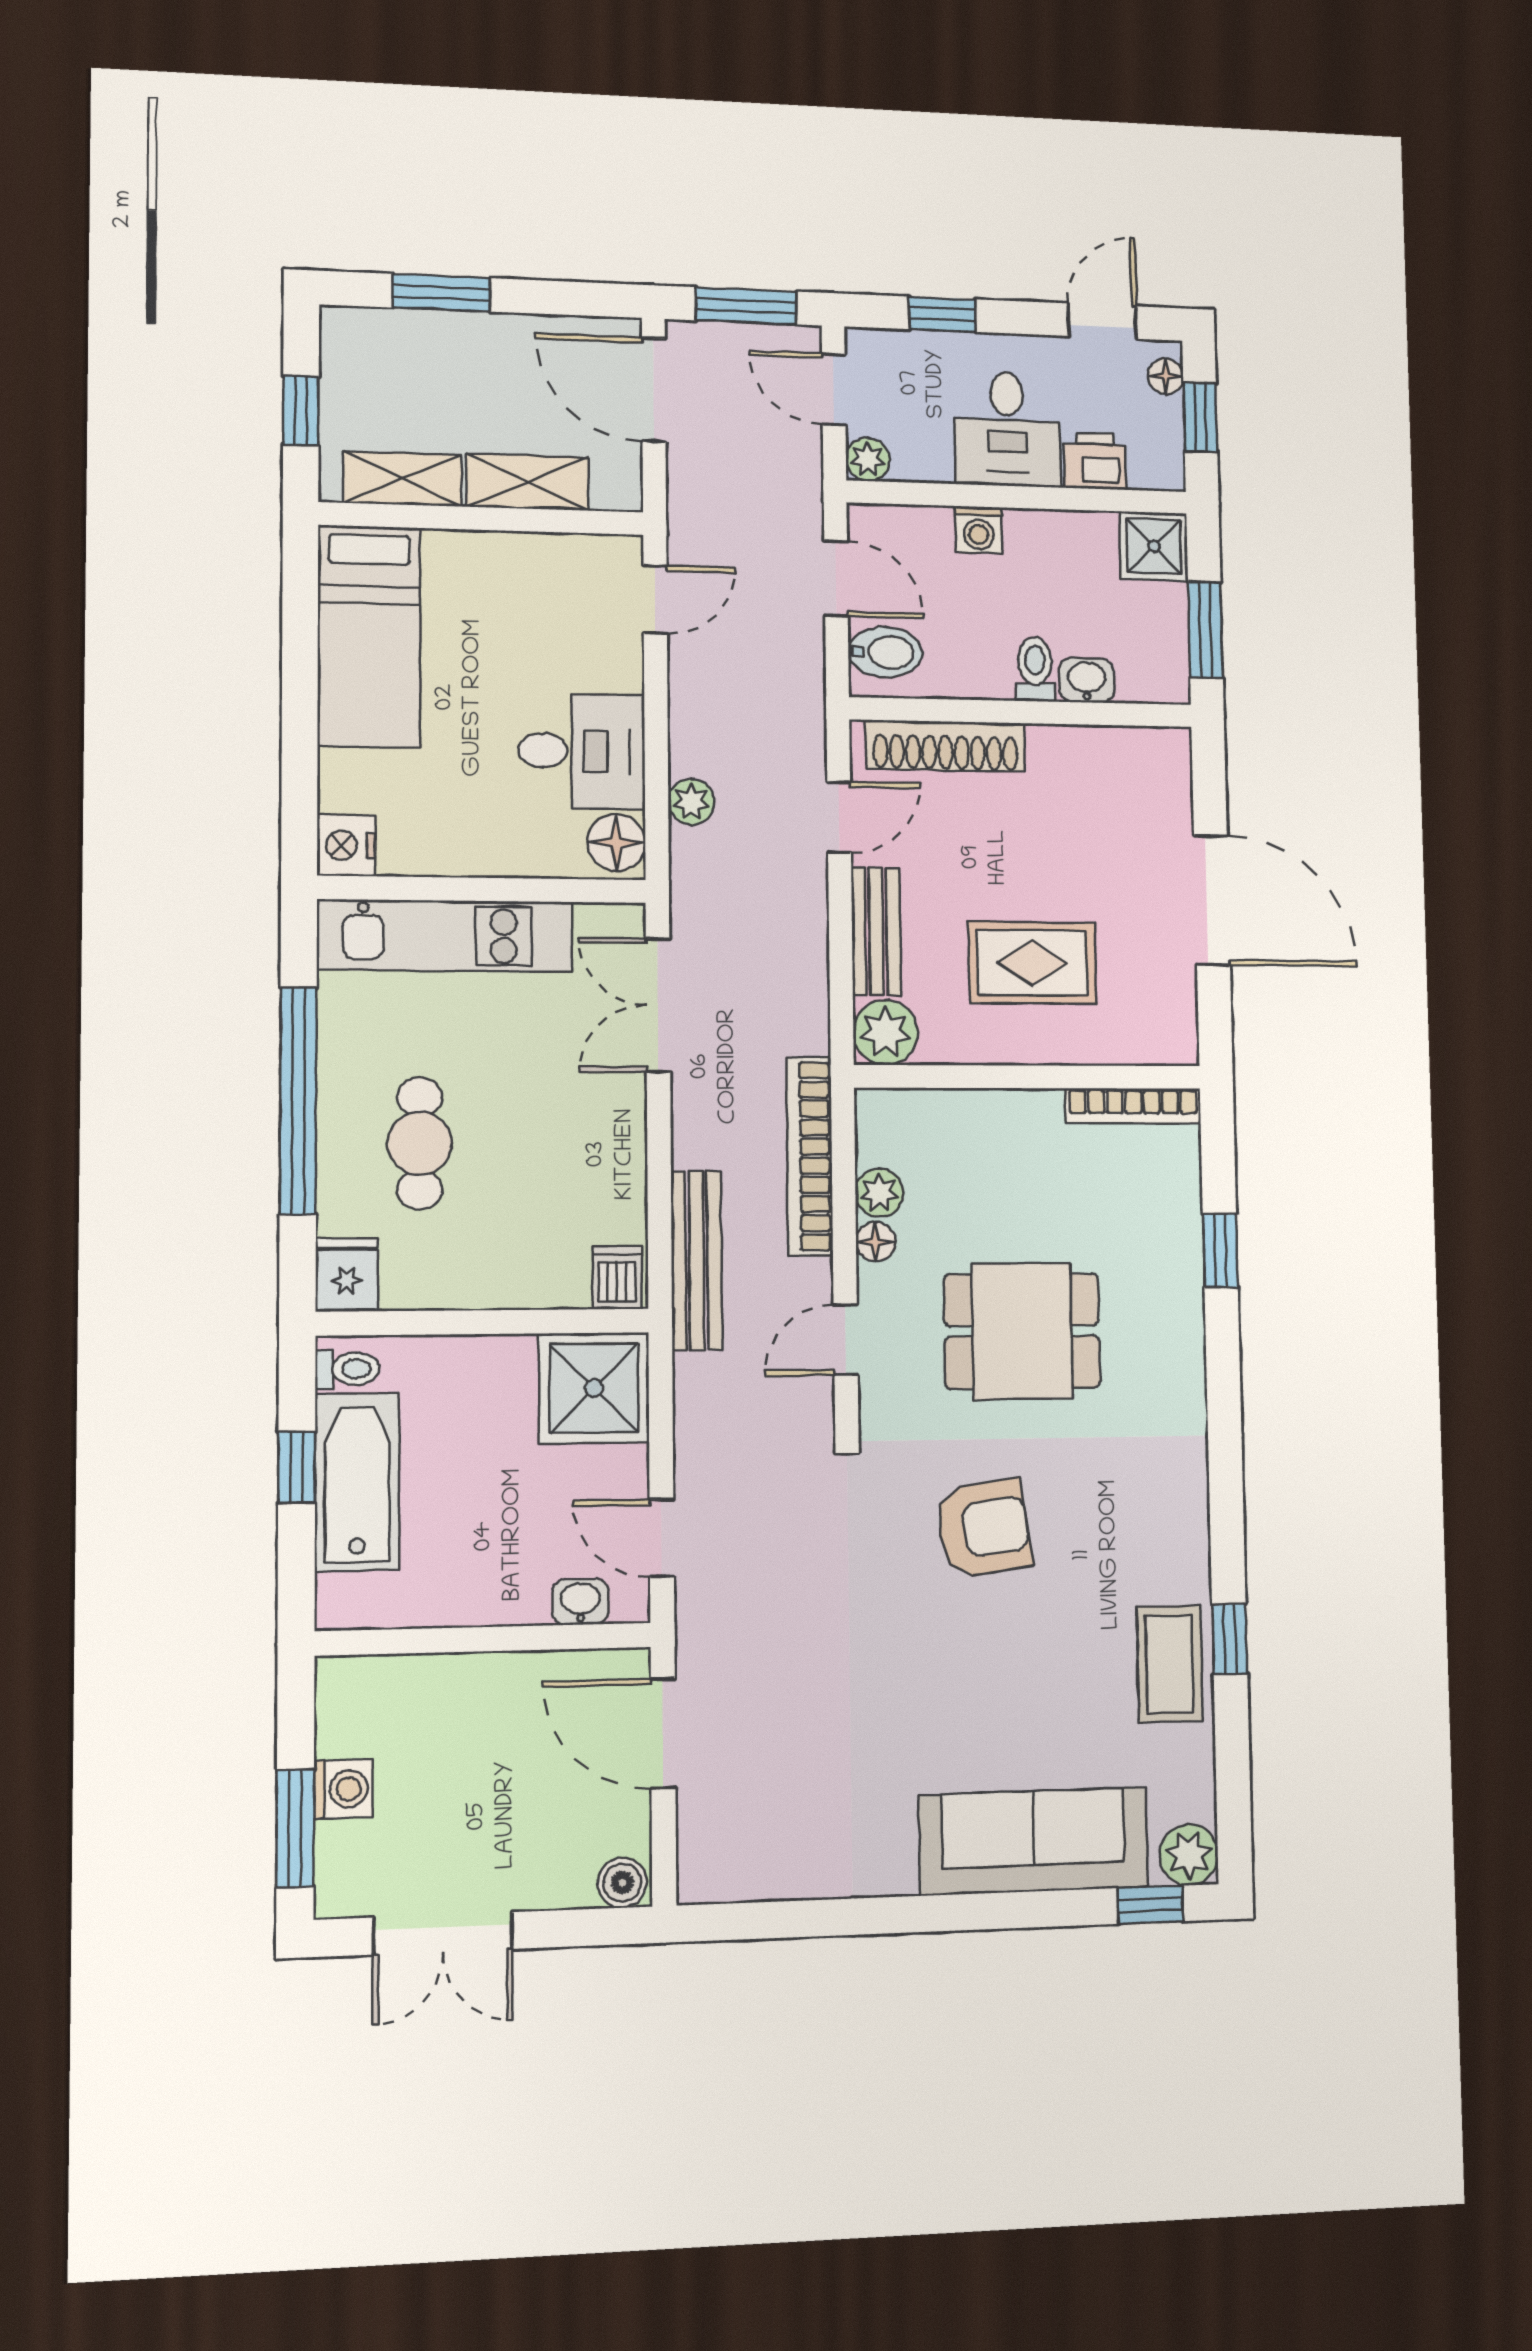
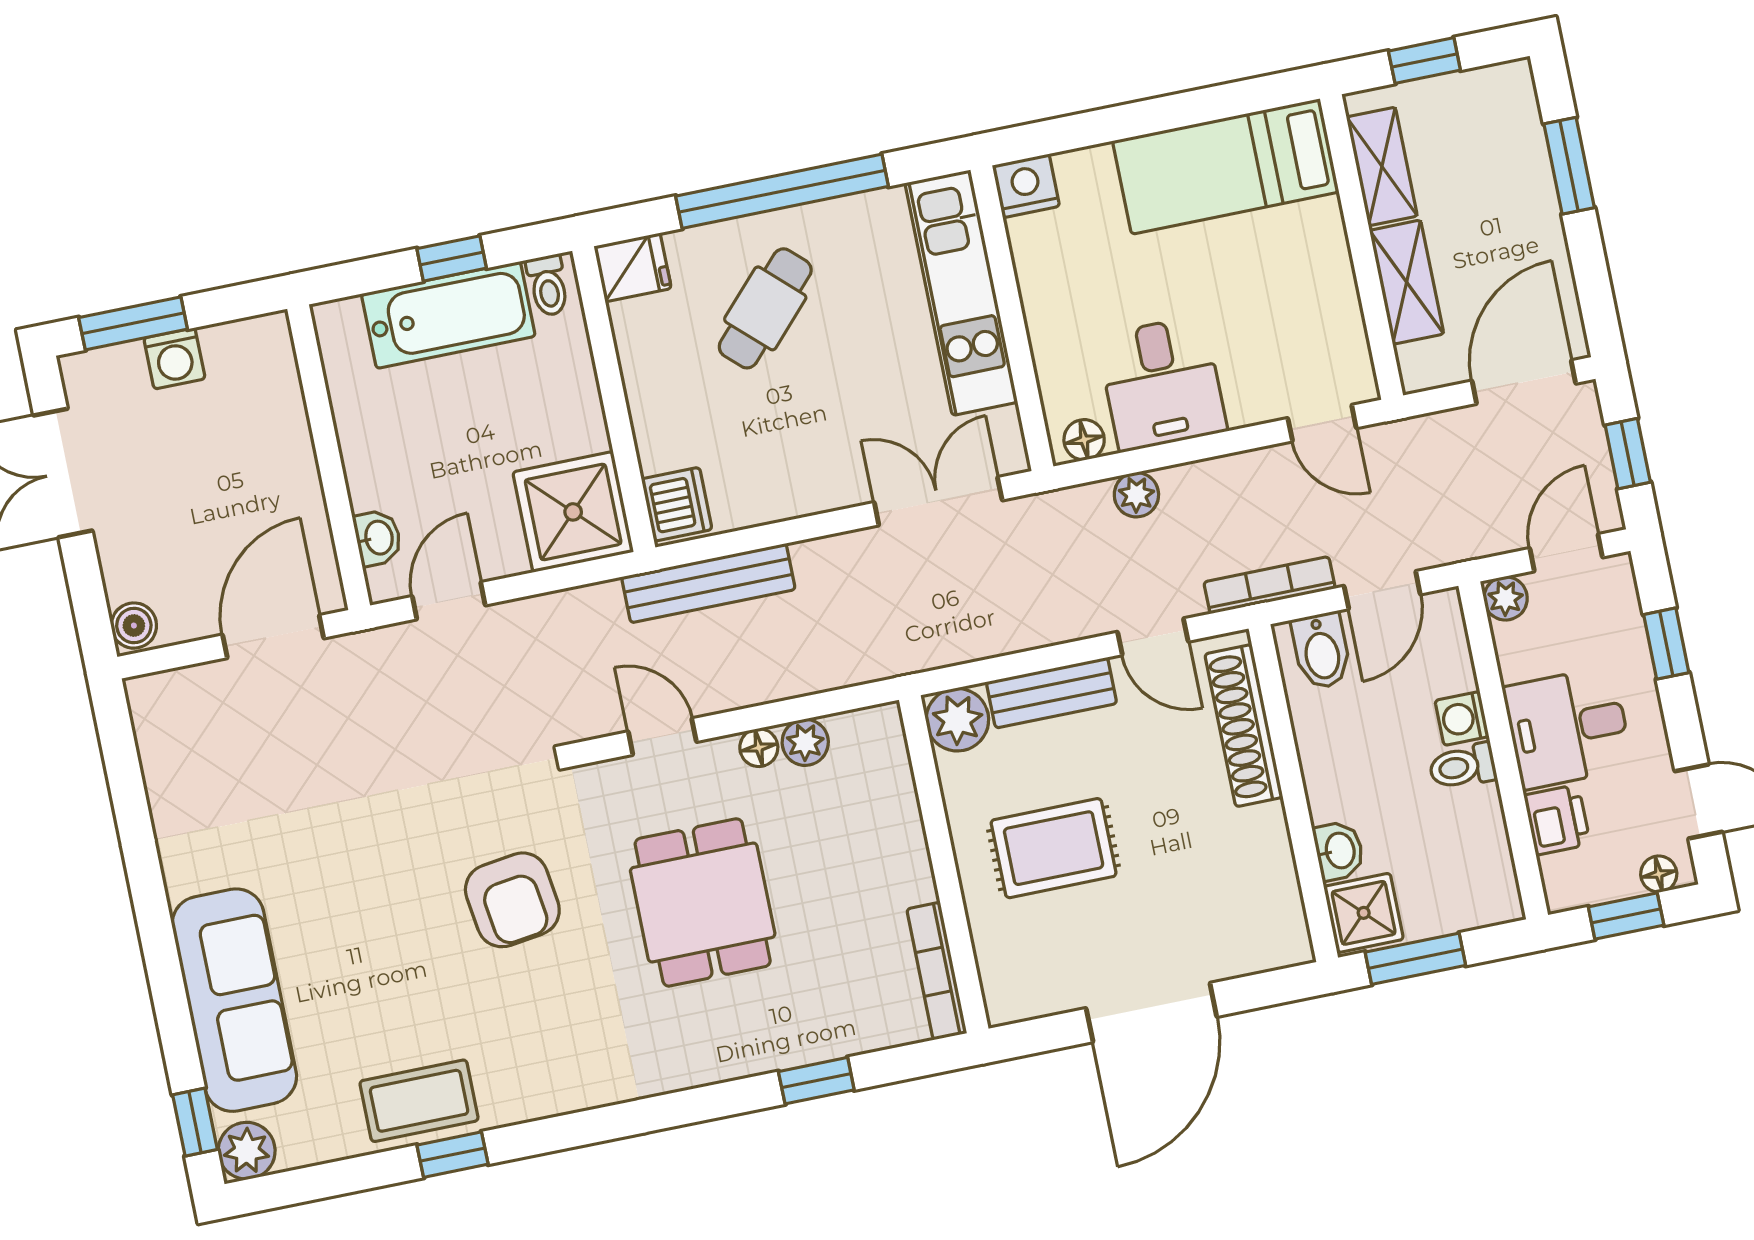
window: (746, 306) -> (1628, 454), width x0.67
shower: (1154, 546) -> (1364, 913), moved
toilet: (1035, 669) -> (1463, 766), moved, turned 180
floor lamp: (616, 843) -> (1084, 440), width x0.73, depth x0.73
rug: (1032, 963) -> (1054, 848), turned 90
cafe table: (420, 1143) -> (765, 308), turned -47
bookcase: (810, 1156) -> (1269, 585), moved, width x0.68, depth x0.76
dishwasher: (617, 1277) -> (677, 504), width x1.38

